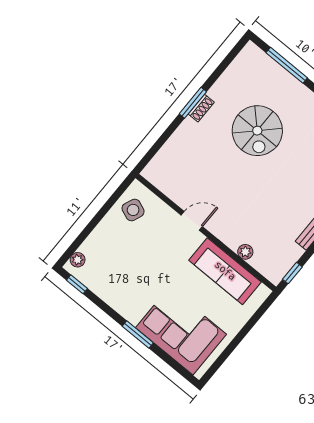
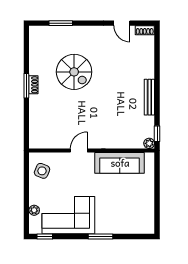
window: (287, 65) -> (61, 23), width x0.69
plant: (245, 252) -> (149, 143), moved
plant: (78, 260) -> (34, 210), moved
corner sofa: (181, 331) -> (68, 215), moved

